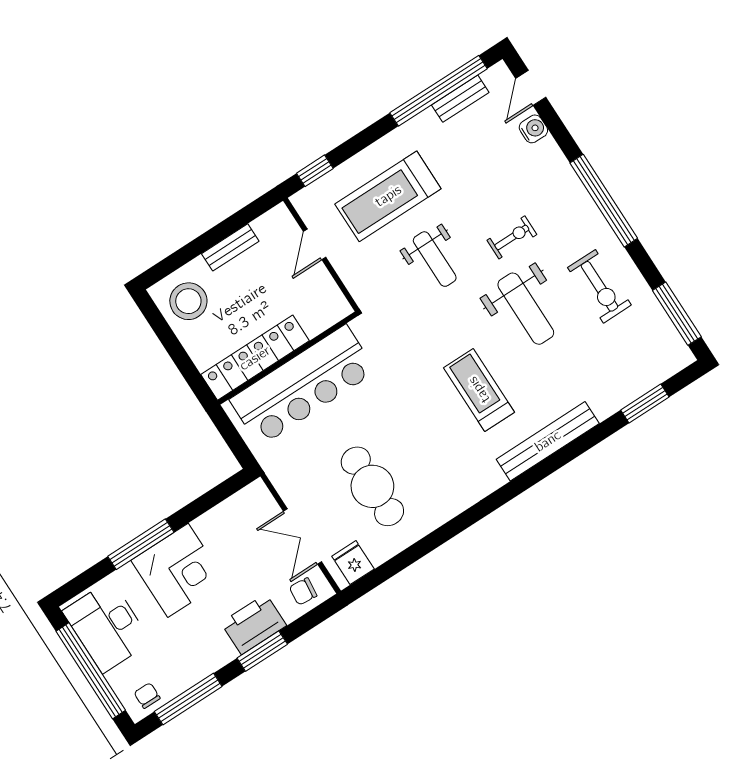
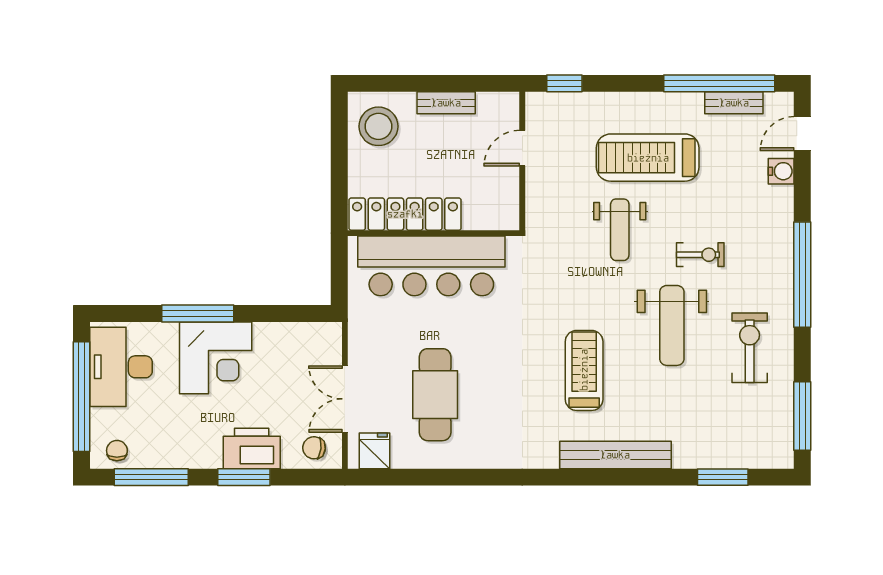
treadmill: (388, 196) -> (648, 158), moved
exercise bike: (599, 286) -> (750, 348), turned 180

